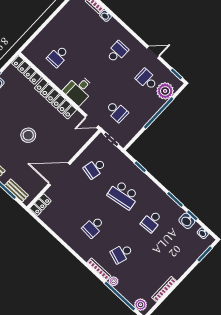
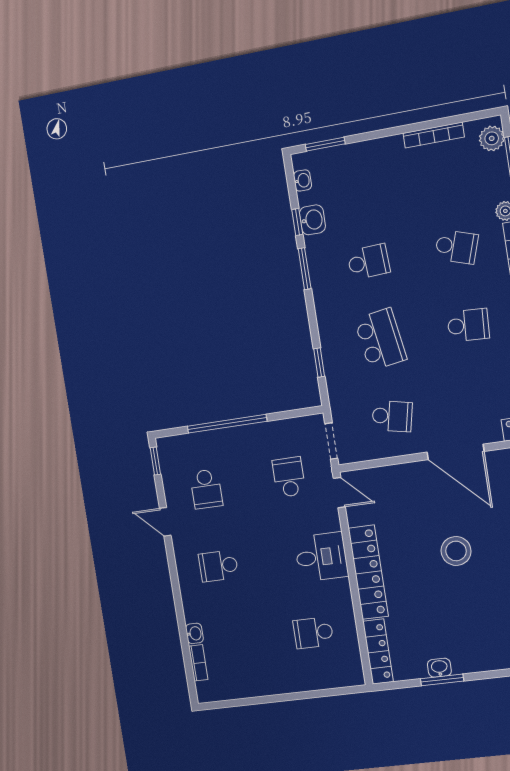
school desk: (58, 56) -> (313, 633), turned 180
plant: (165, 91) -> (192, 449), removed

